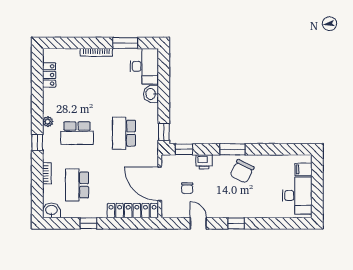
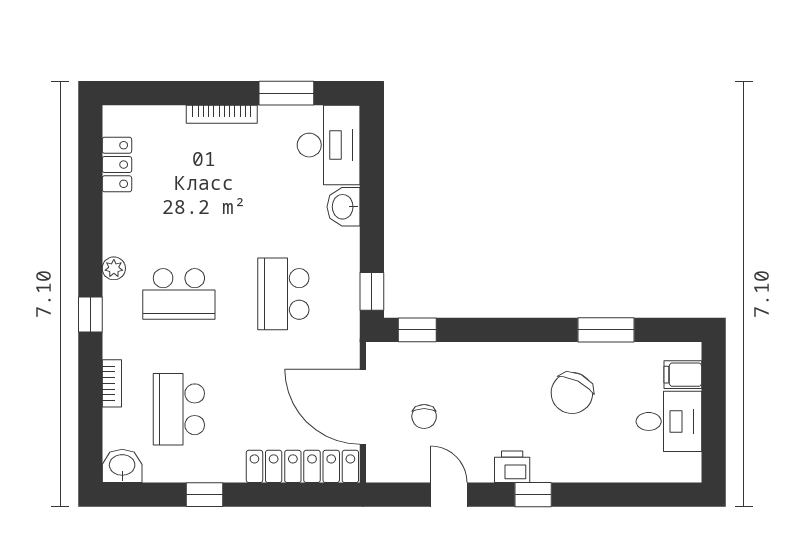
window: (232, 149) -> (606, 330), moved
printer: (204, 162) -> (512, 467), moved, turned 180
chair: (242, 171) -> (572, 393), moved
desk: (297, 195) -> (669, 421), width x0.73

